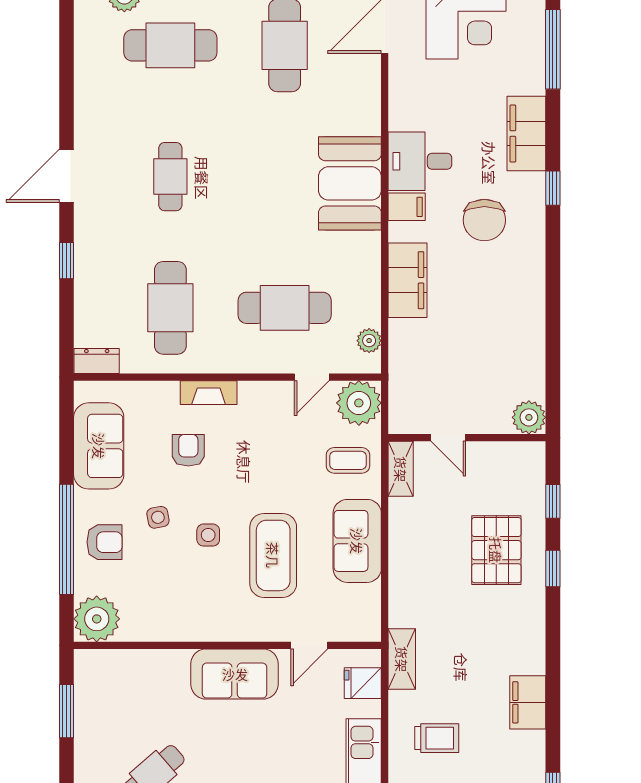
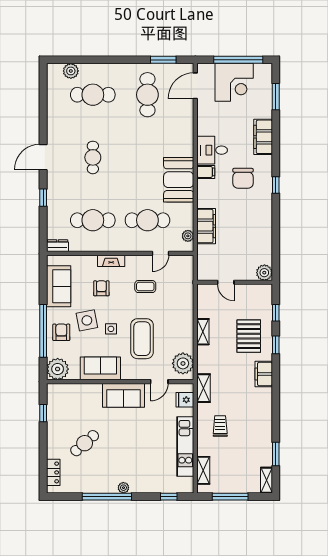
window: (553, 49) -> (276, 97), width x0.69
booth: (350, 183) -> (179, 180), moved
window: (553, 188) -> (276, 185), moved
filing cabinet: (408, 280) -> (206, 226), moved
cafe table: (170, 308) -> (93, 220), turned 90
plant: (359, 403) -> (183, 363), moved
coffee table: (348, 460) -> (145, 287), moved
shelving: (401, 469) -> (203, 332), moved
side table: (158, 517) -> (87, 320), width x1.87, depth x1.87
sofa: (357, 541) -> (100, 368), moved, turned 90
armchair: (105, 542) -> (61, 332), turned -90
filing cabinet: (528, 702) -> (264, 374), moved
window: (67, 711) -> (43, 413), width x0.67
trolley: (437, 738) -> (220, 426), turned -90

